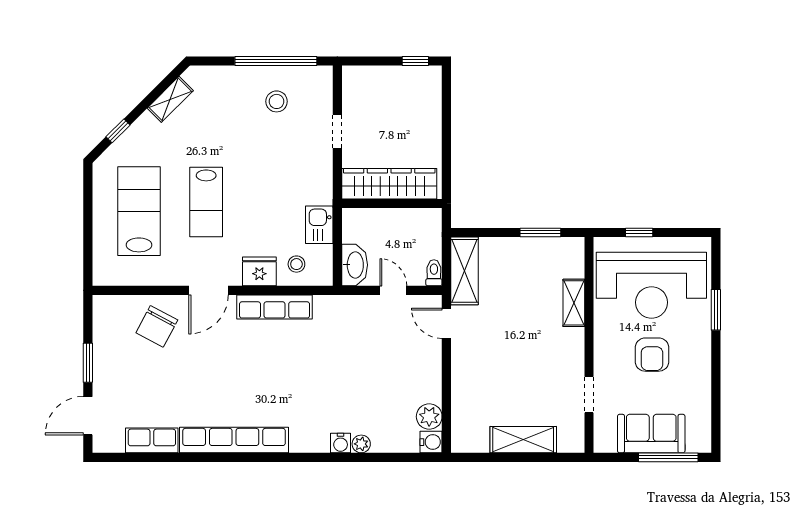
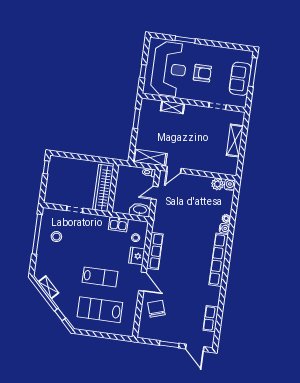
chair: (157, 326) -> (156, 309), turned -136
row of seats: (234, 440) -> (219, 260), moved

